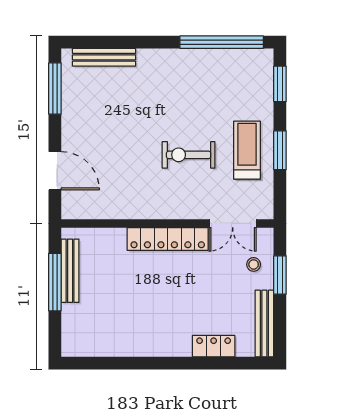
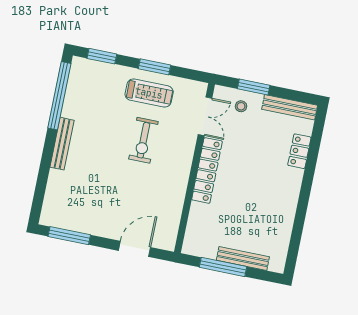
bench: (104, 57) -> (62, 144), moved
treadmill: (247, 150) -> (149, 93), turned 180
bench: (70, 271) -> (243, 258), moved

